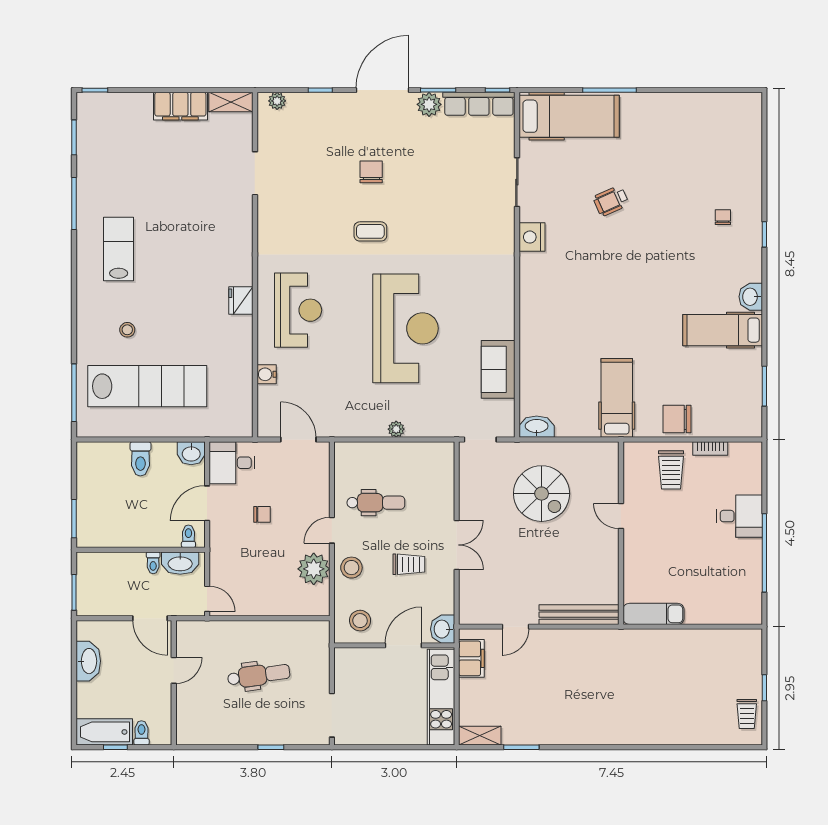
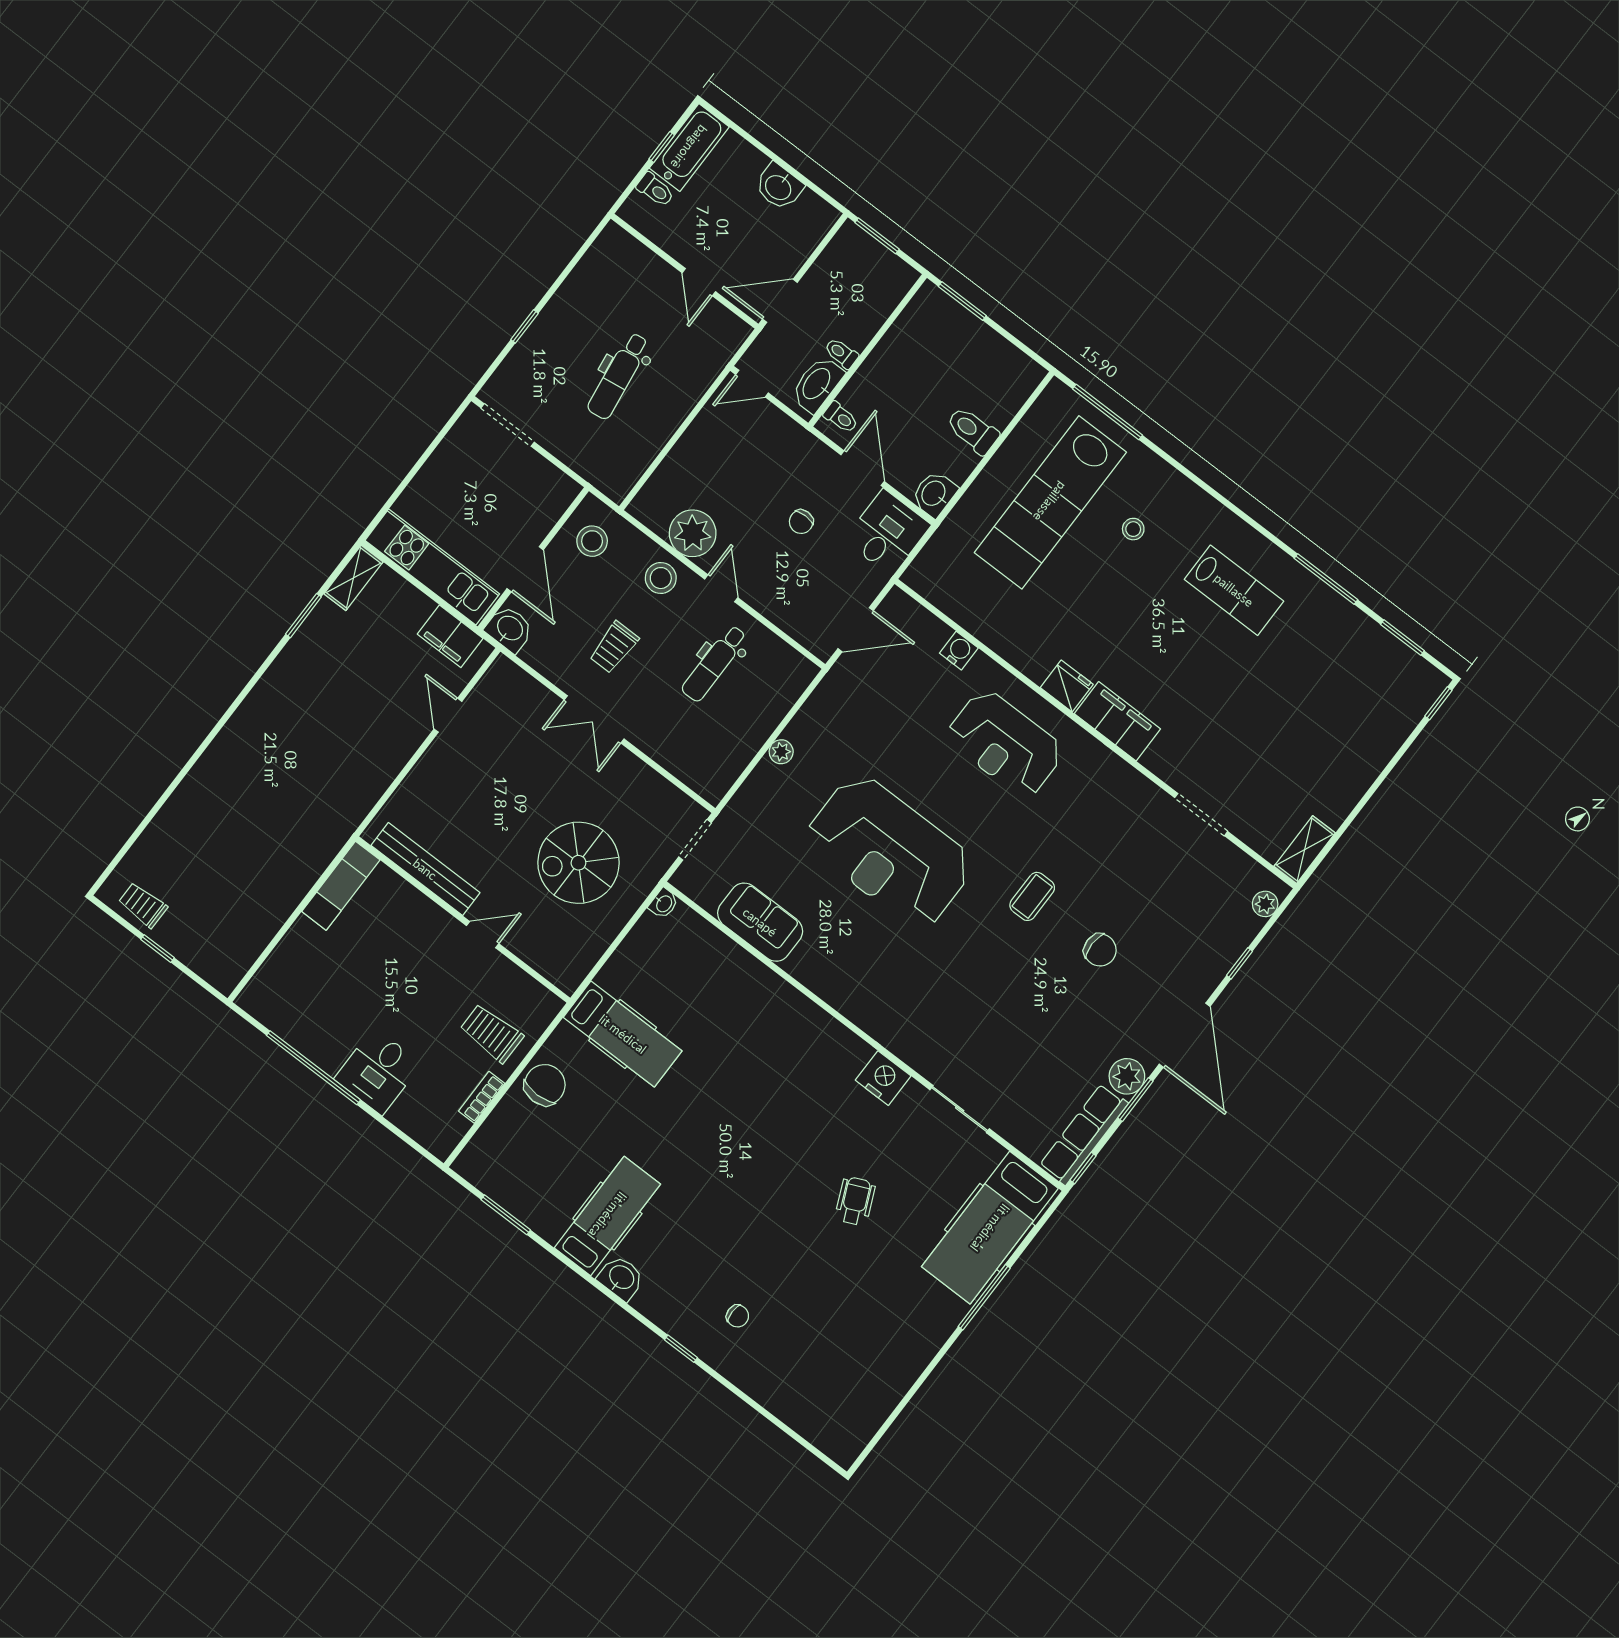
filing cabinet: (180, 106) -> (1117, 721), moved, turned 90
washbasin: (537, 427) -> (664, 903), width x0.52, depth x0.69
bench: (579, 615) -> (425, 869), moved, turned 90
washbasin: (88, 661) -> (779, 187), width x0.72

